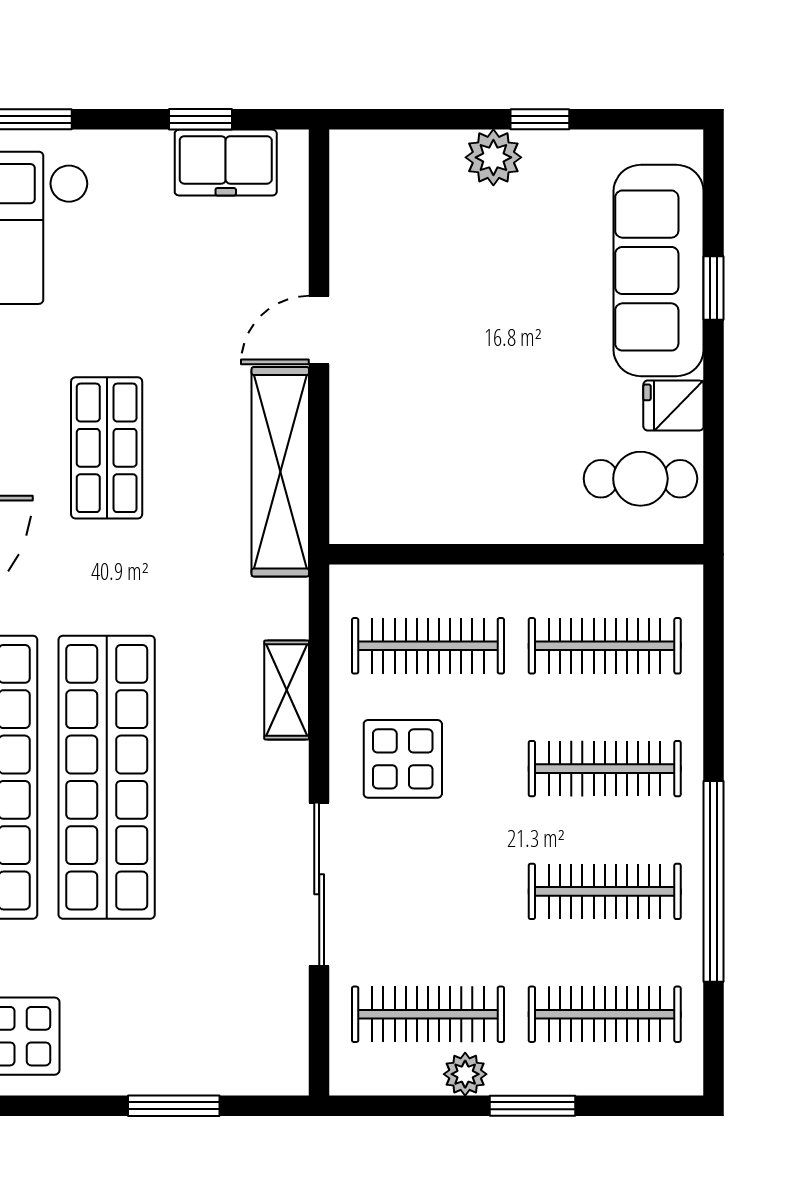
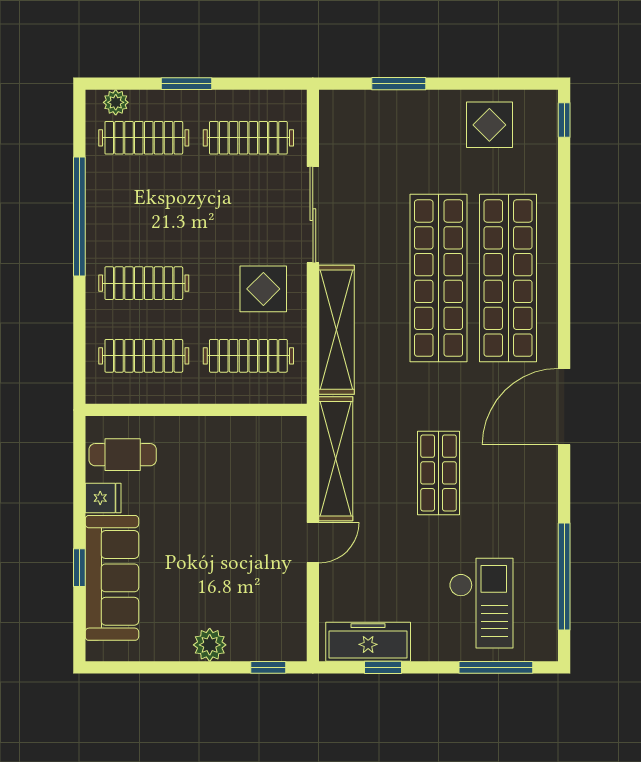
window: (540, 119) -> (268, 667), moved
freezer: (226, 163) -> (368, 642), width x1.40
shelving: (287, 690) -> (336, 330), width x2.20, depth x1.33
clothes rail: (605, 891) -> (144, 210), removed
plant: (465, 1074) -> (116, 102), moved

